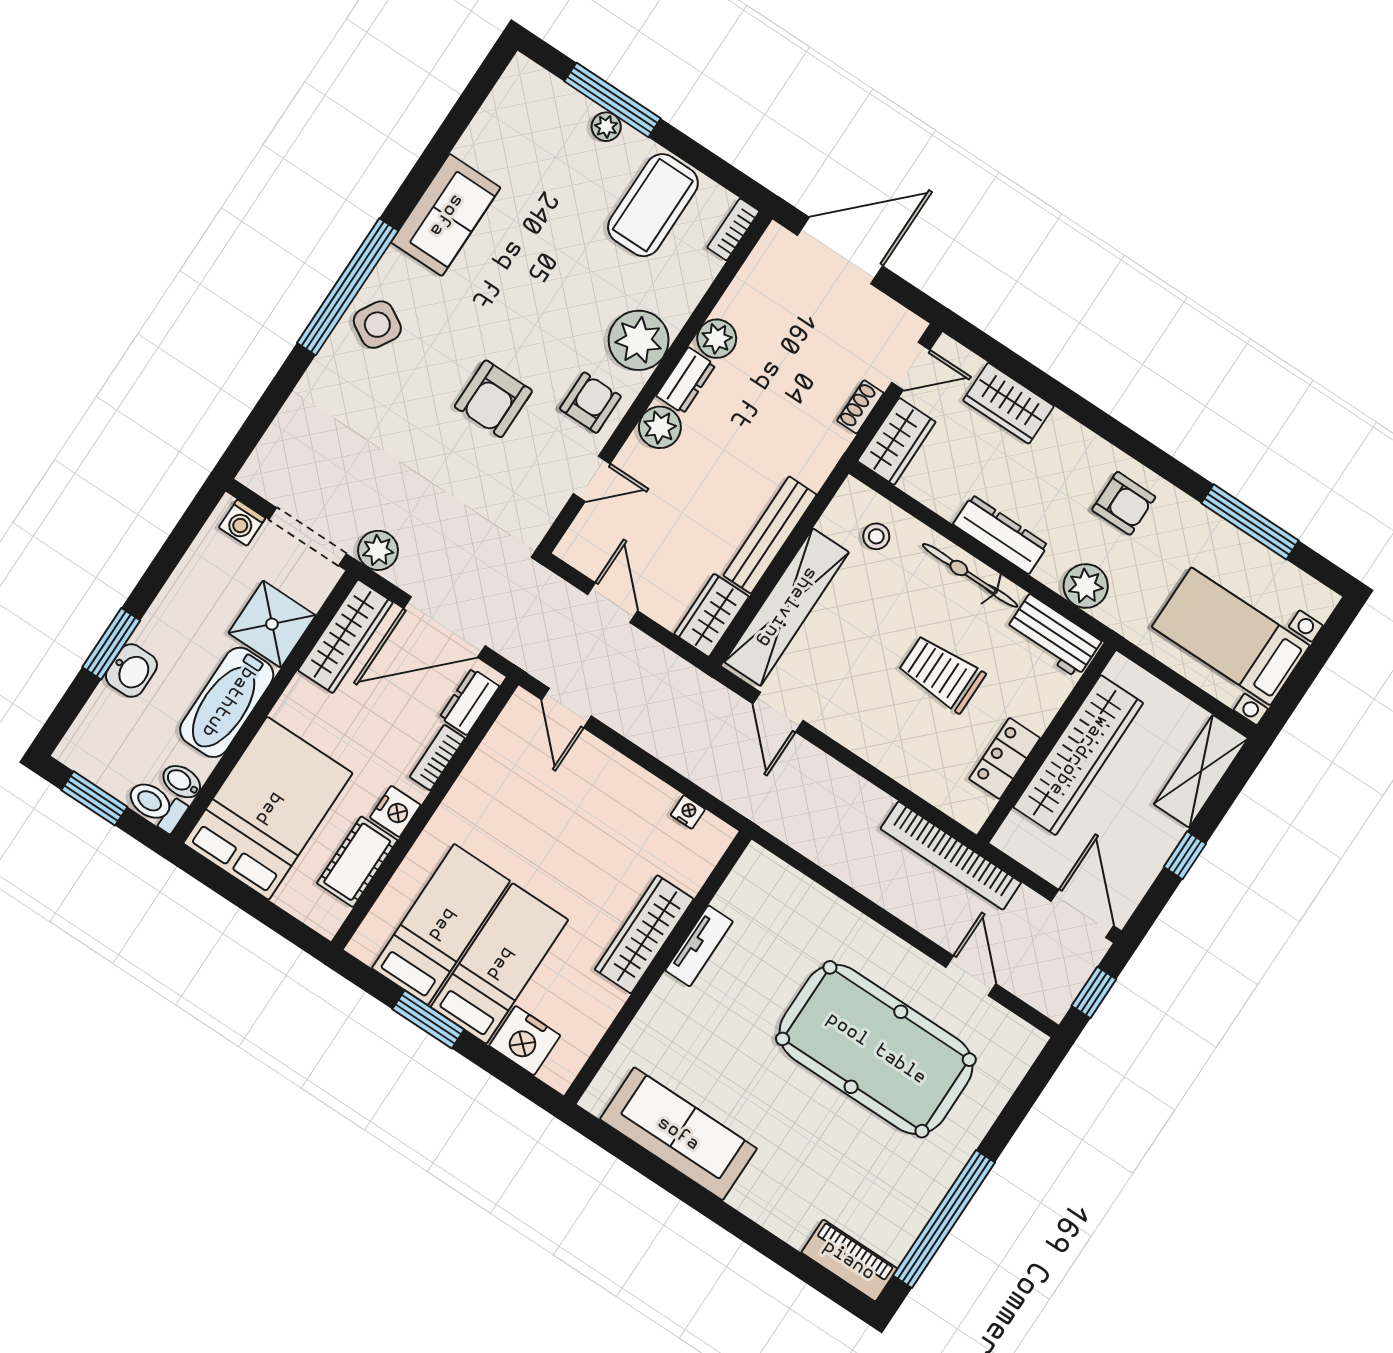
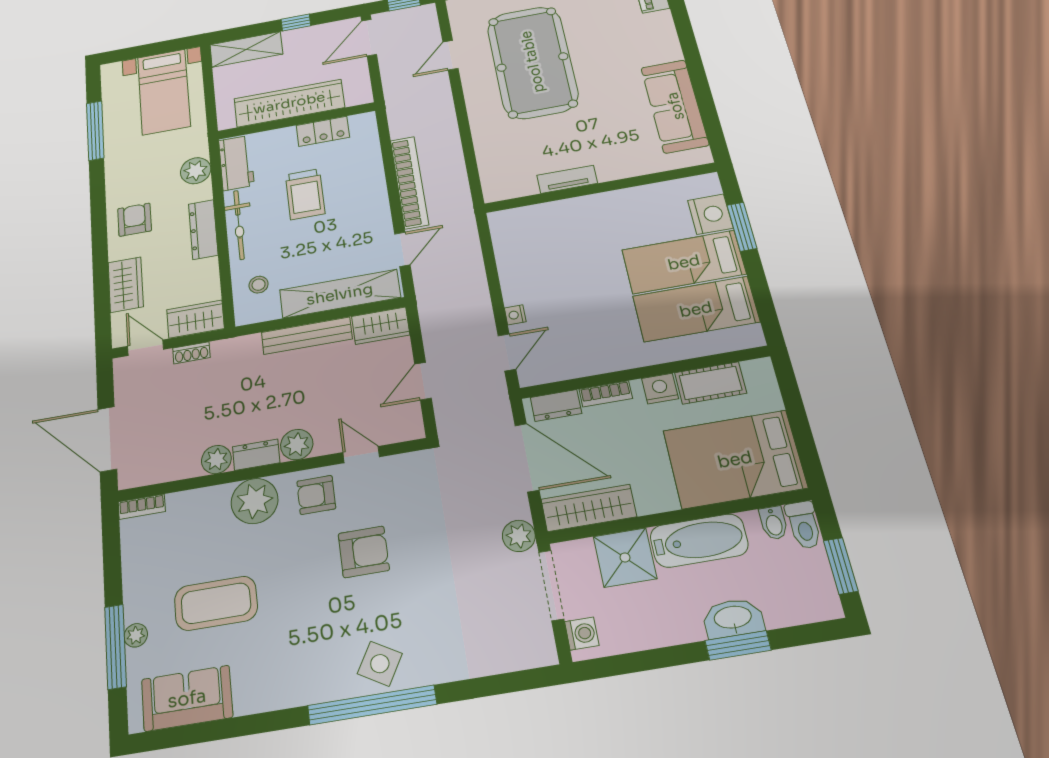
coffee table: (653, 205) -> (216, 603), moved
sofa: (446, 215) -> (187, 698), moved
armchair: (1124, 503) -> (135, 220), moved
washbasin: (131, 671) -> (733, 618), width x1.38
nightstand: (688, 812) -> (515, 315), moved
bookcase: (951, 856) -> (409, 182), moved
wardrobe: (644, 934) -> (590, 209), removed
window: (428, 1019) -> (742, 227), moved

